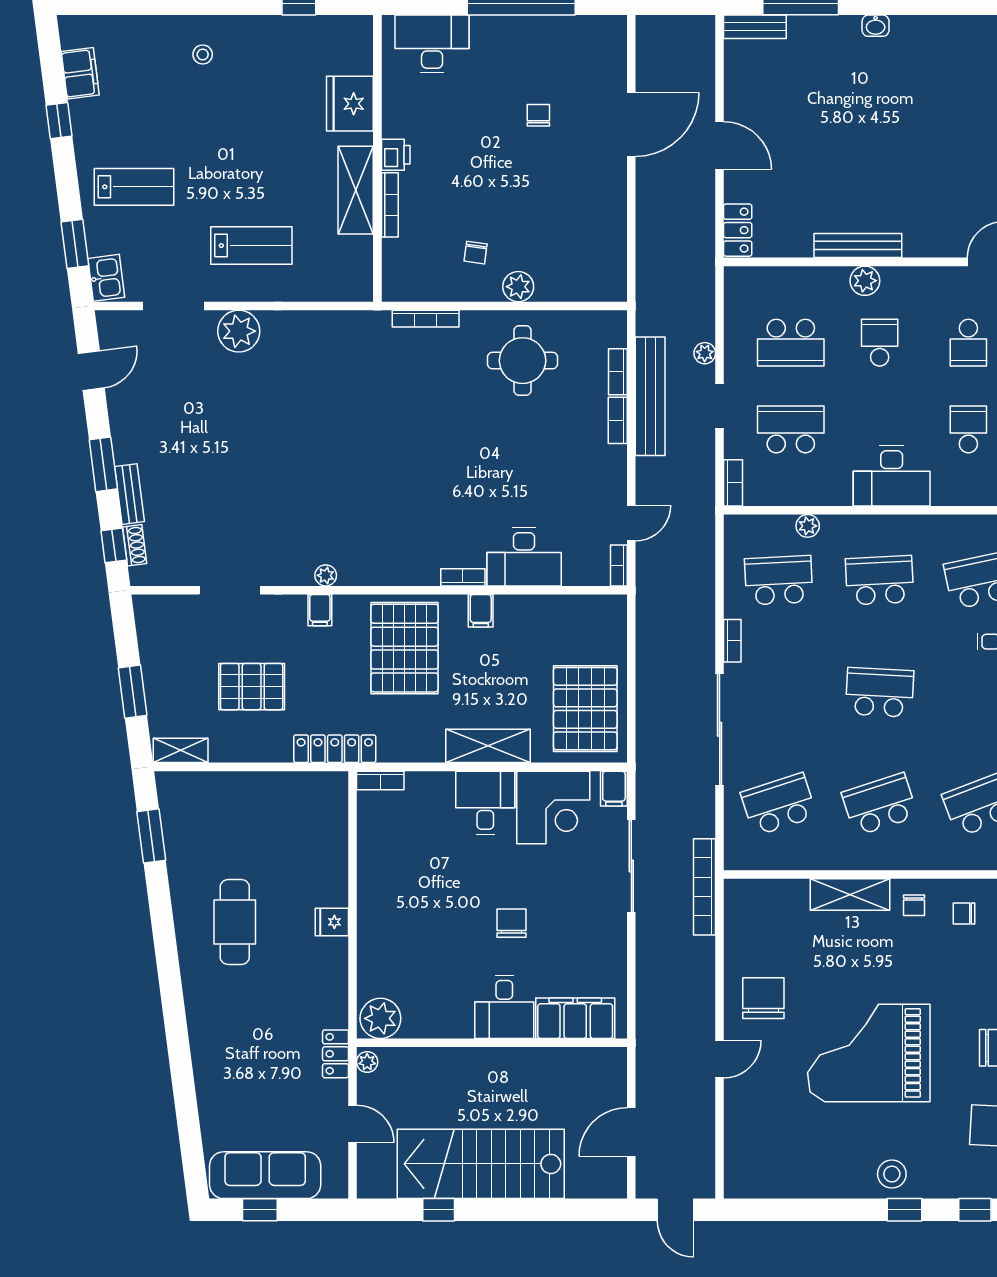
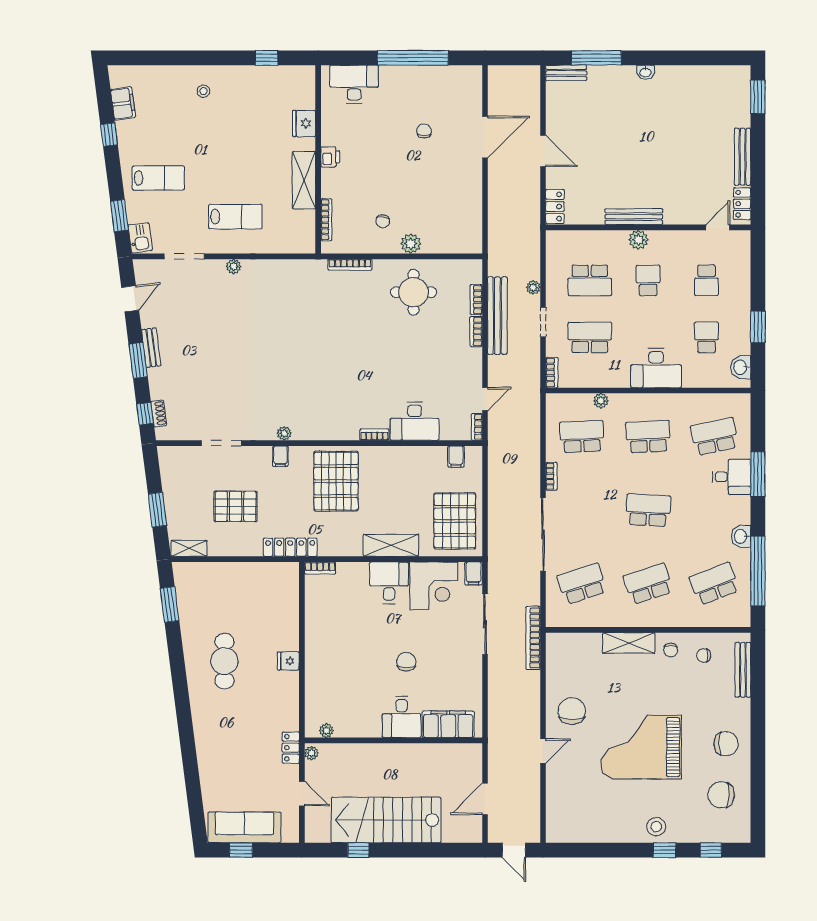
fridge: (350, 104) -> (304, 123), width x0.73, depth x0.75
bookcase: (390, 205) -> (326, 220), moved
plant: (239, 331) -> (234, 266), width x0.53, depth x0.53
bench: (130, 494) -> (151, 348), moved
filing cabinet: (481, 611) -> (456, 457), moved
plant: (380, 1018) -> (326, 731), width x0.53, depth x0.53

